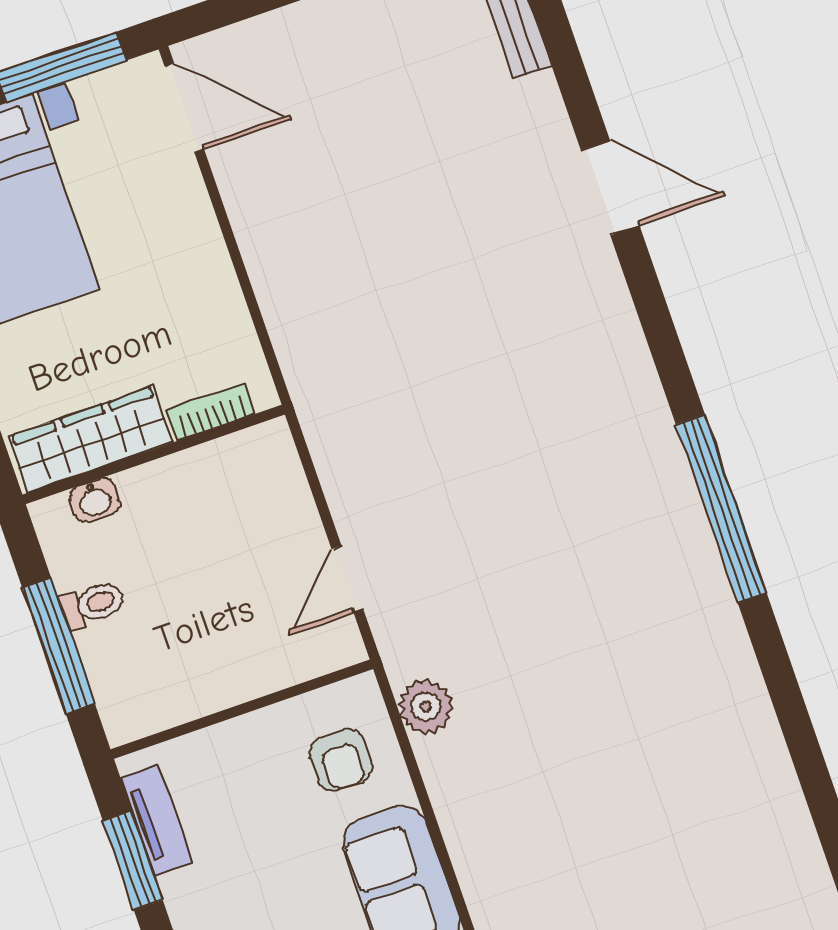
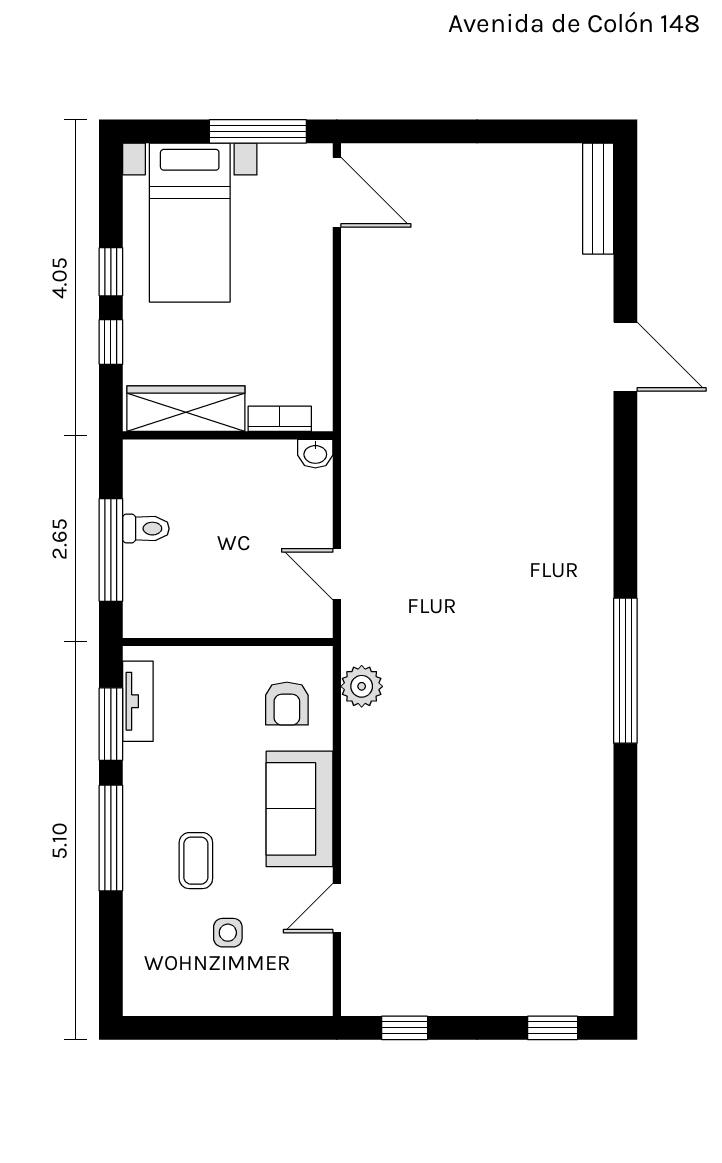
washbasin: (95, 500) -> (315, 454), moved
window: (721, 509) -> (625, 671), moved
door: (347, 579) -> (337, 574), hinge flipped

